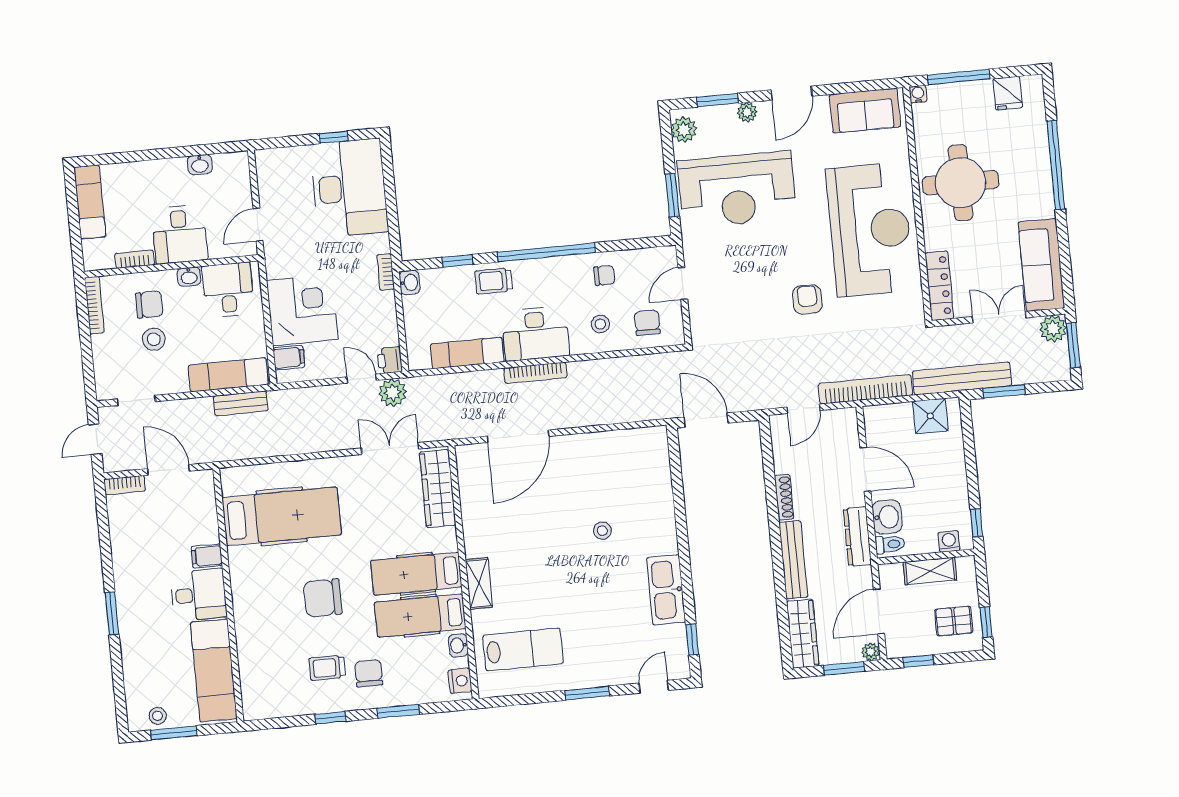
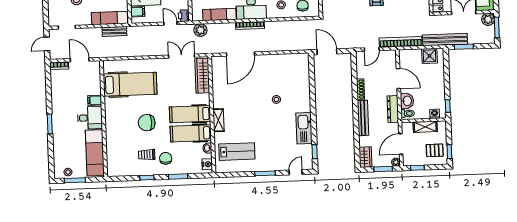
plant: (393, 393) -> (200, 30), moved
wardrobe: (803, 634) -> (365, 157), width x0.67

